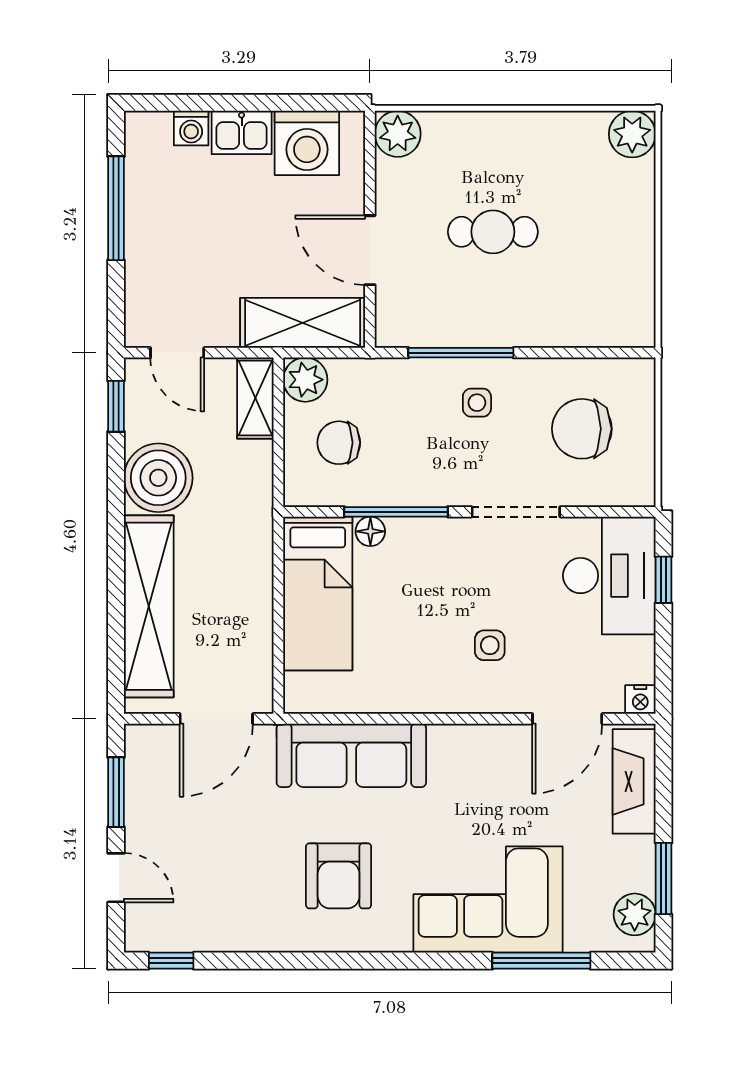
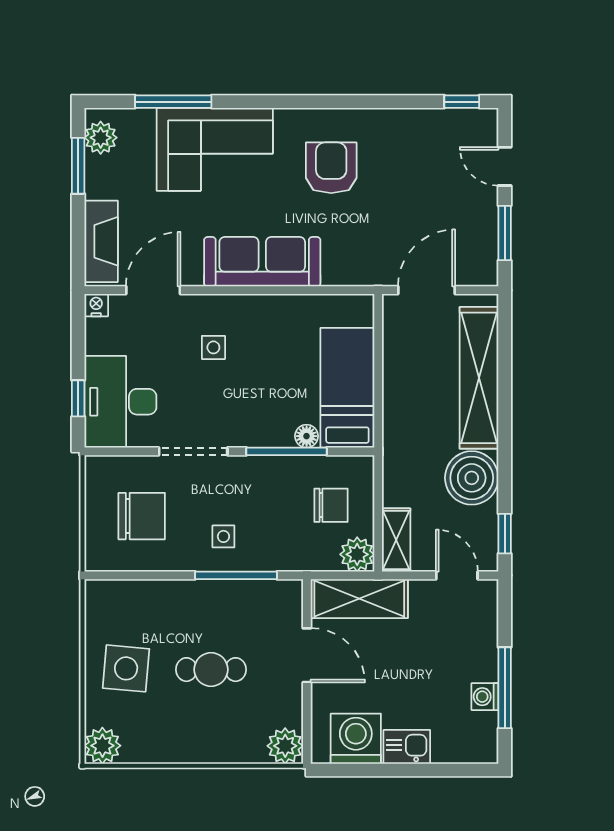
washing machine: (191, 128) -> (485, 697), moved, turned -90
side table: (602, 233) -> (126, 668), added
sofa: (351, 755) -> (262, 262), moved

